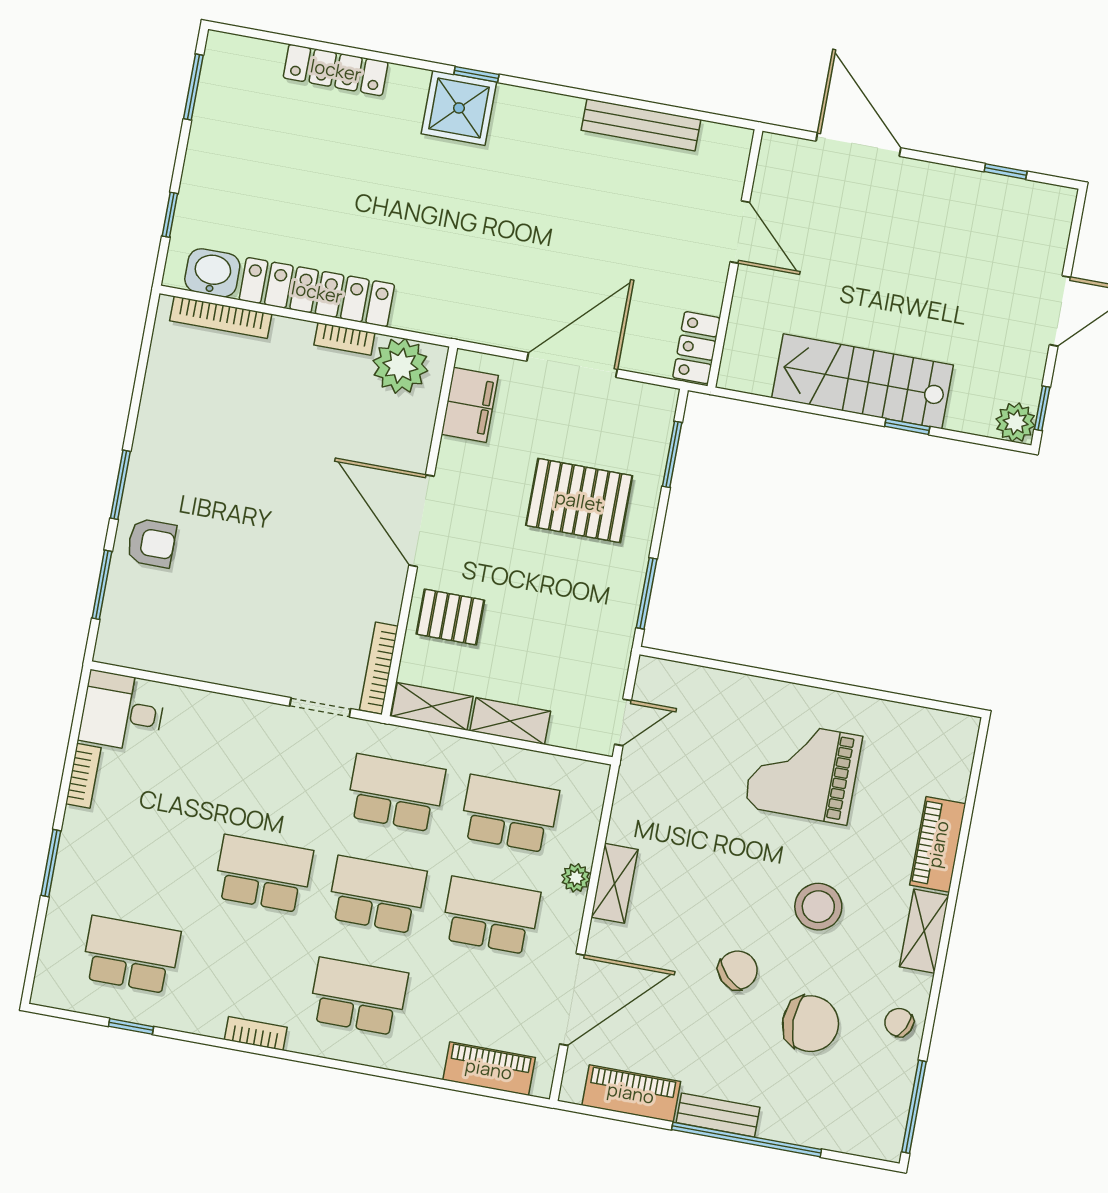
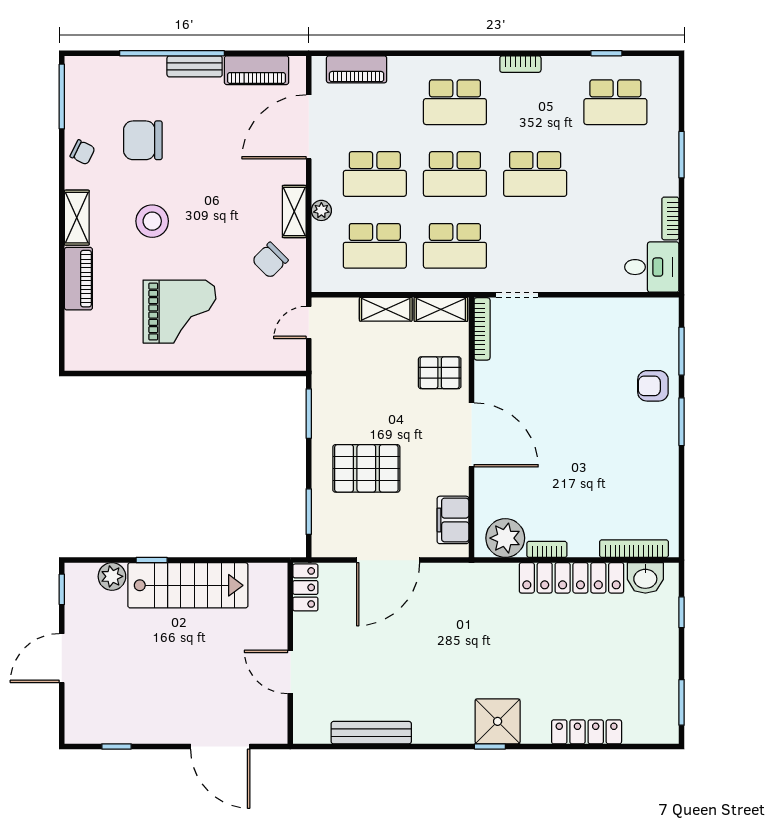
plant: (1016, 422) -> (112, 576), moved
chair: (738, 970) -> (270, 260), moved

